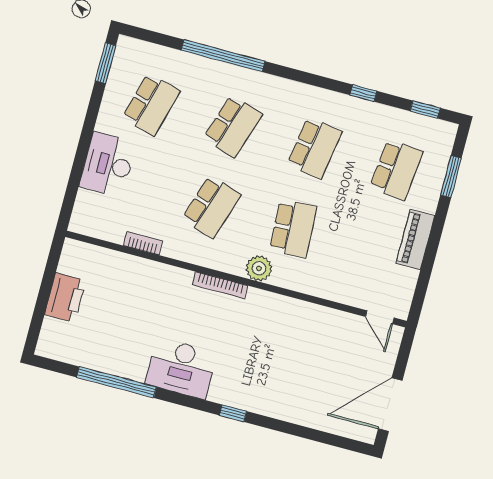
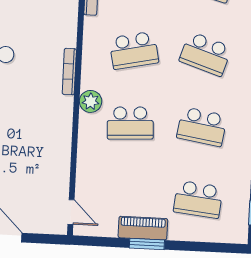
window: (451, 177) -> (147, 244), moved
school desk: (211, 207) -> (134, 50), turned -30
door: (380, 317) -> (71, 212), swing flipped

